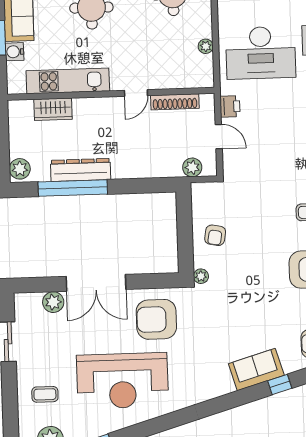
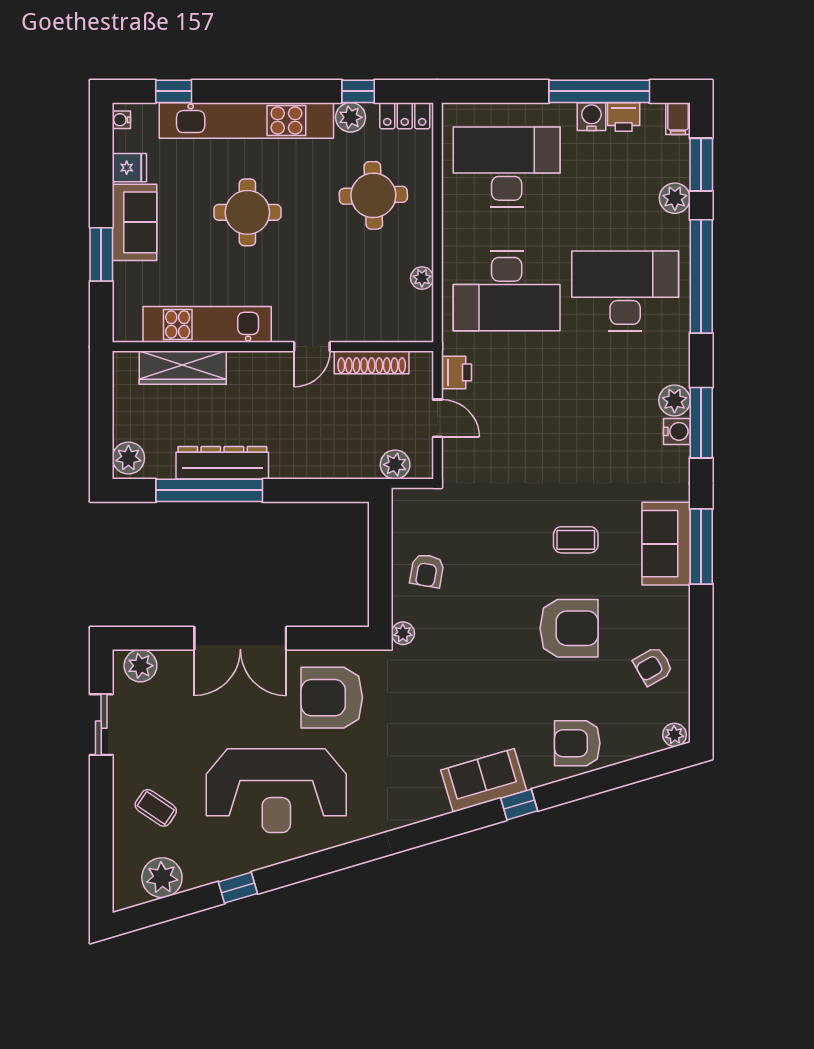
water cooler: (15, 52) -> (126, 277), removed
wardrobe: (53, 109) -> (183, 368), width x1.50
plant: (53, 302) -> (140, 666), moved
coffee table: (45, 394) -> (156, 808), turned 34

